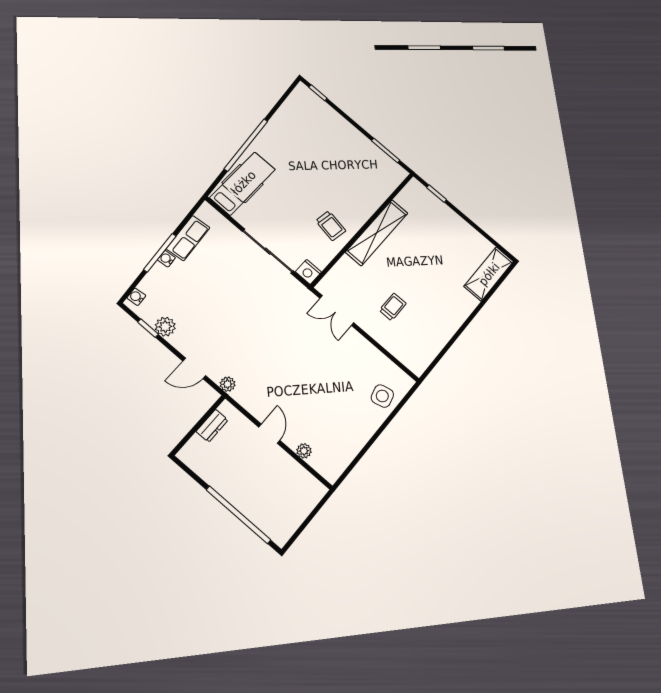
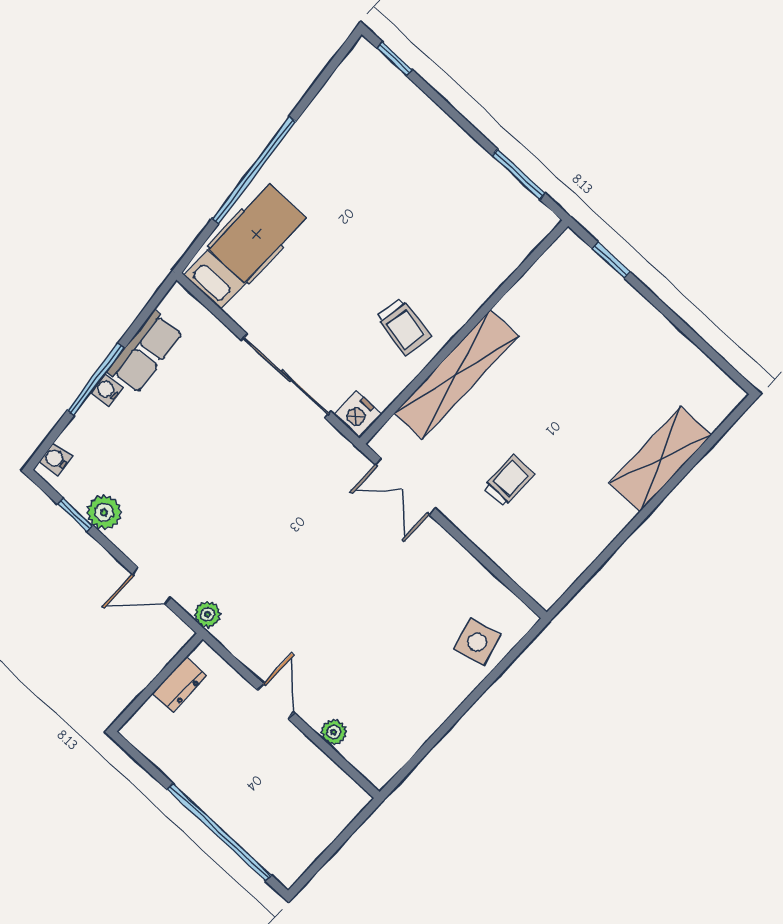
shelving: (377, 233) -> (456, 374), moved
shelving: (489, 274) -> (660, 459), moved

